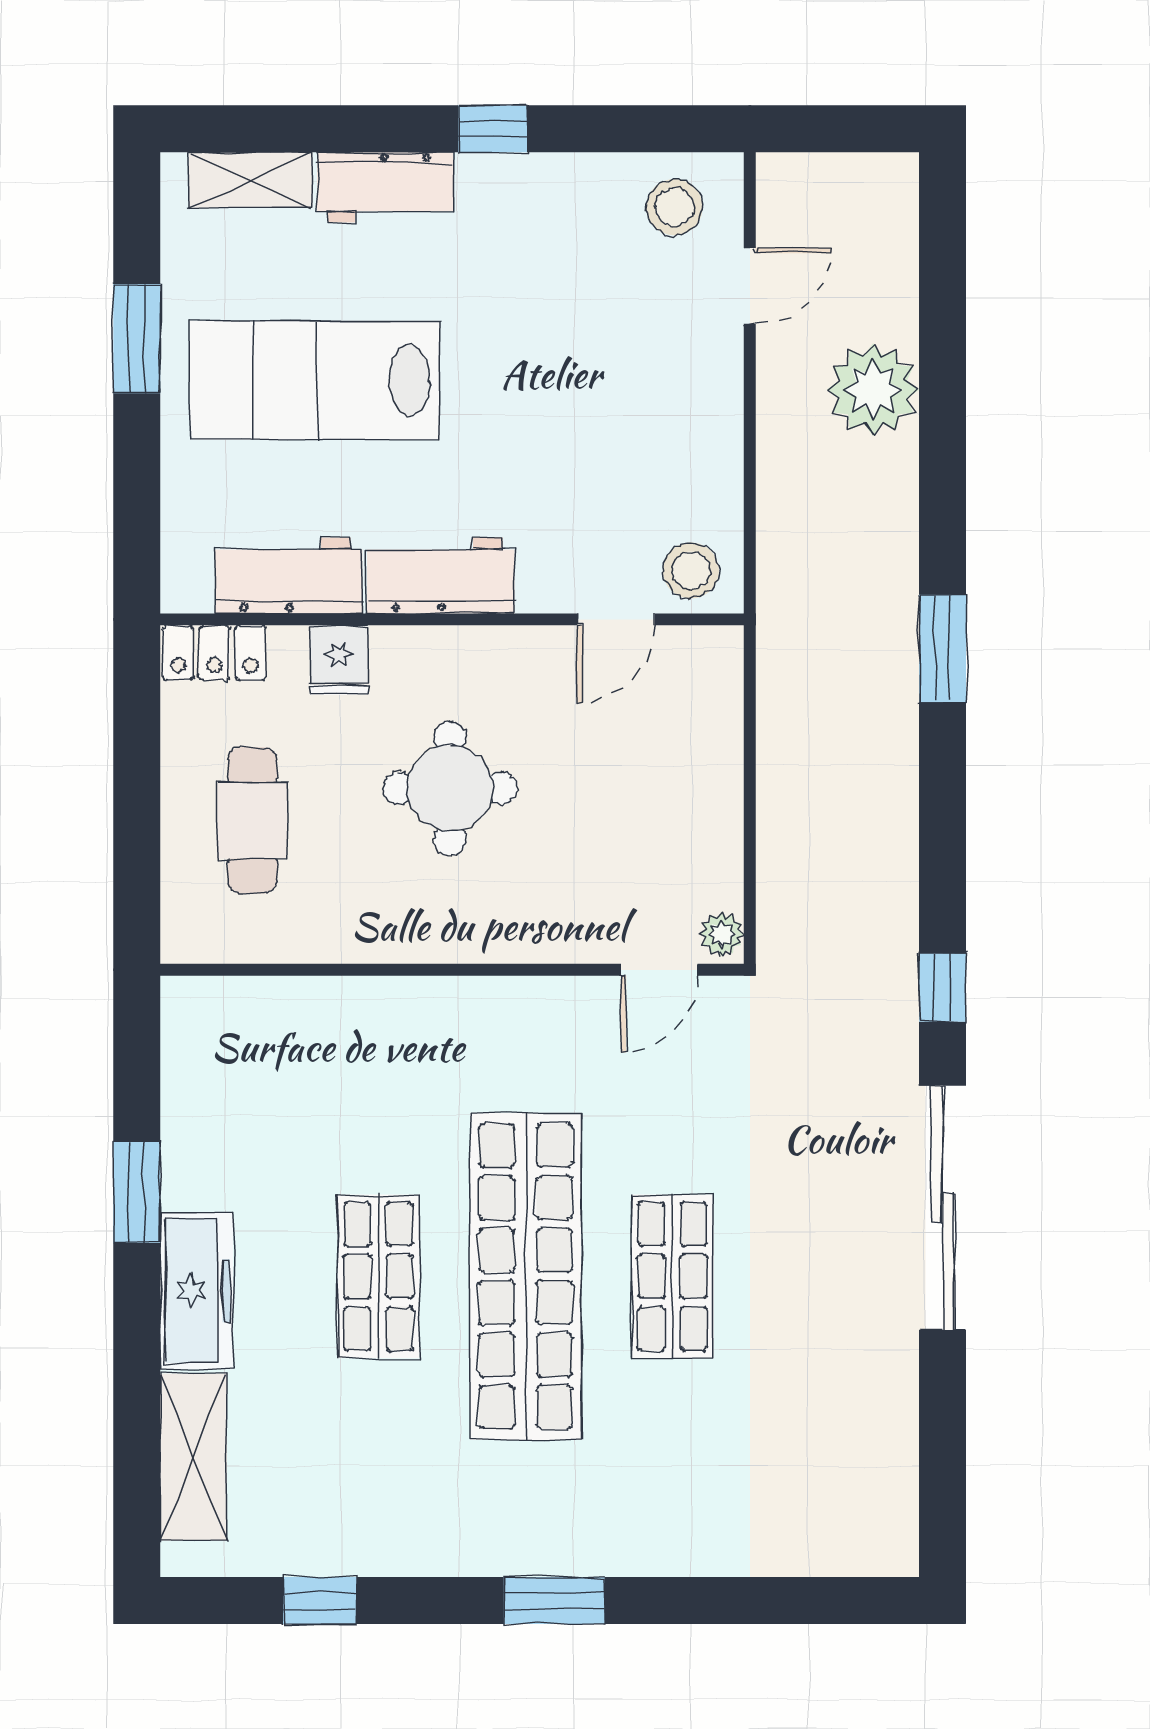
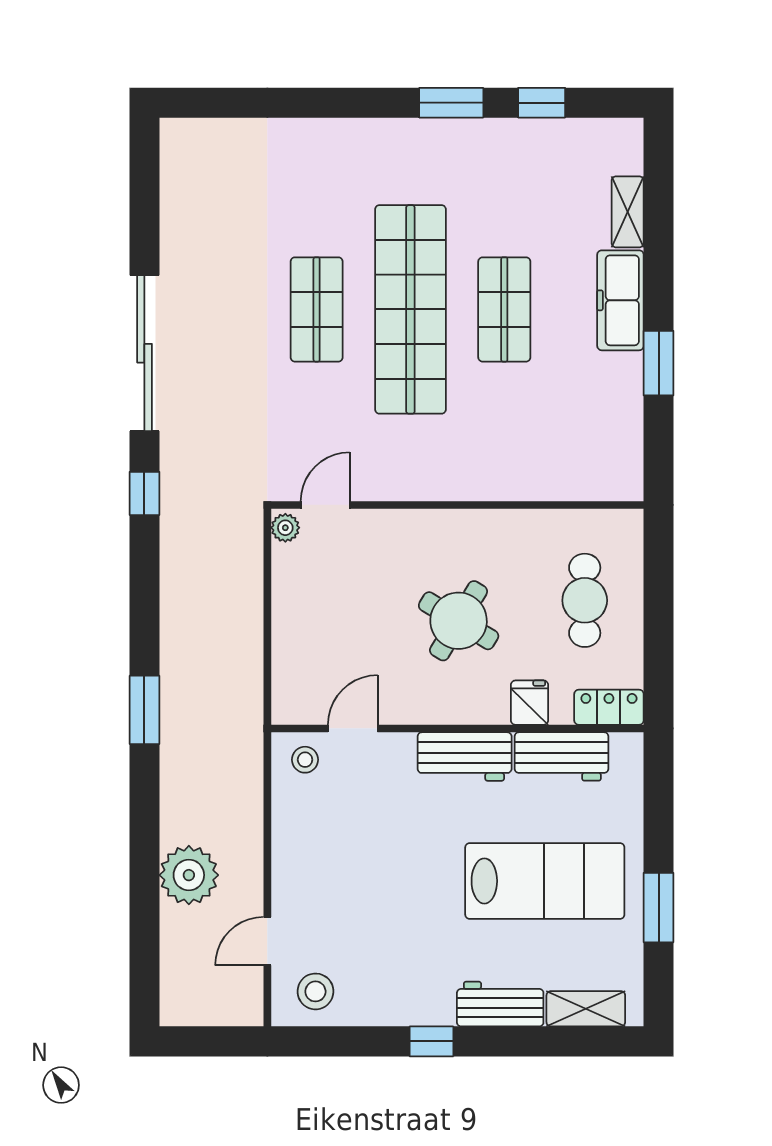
stool: (691, 570) -> (305, 760), width x0.73, depth x0.73
round table: (450, 788) -> (459, 621), turned 31
shelving: (193, 1457) -> (628, 212), width x0.67, depth x0.75
window: (554, 1600) -> (451, 103), moved

